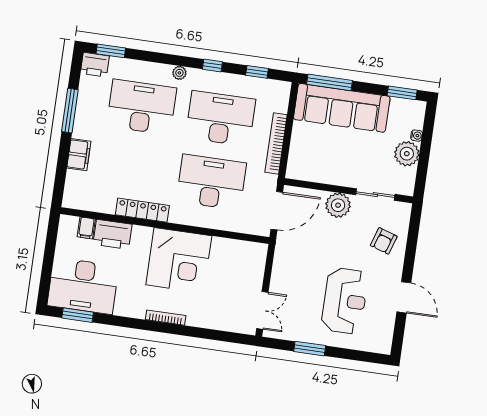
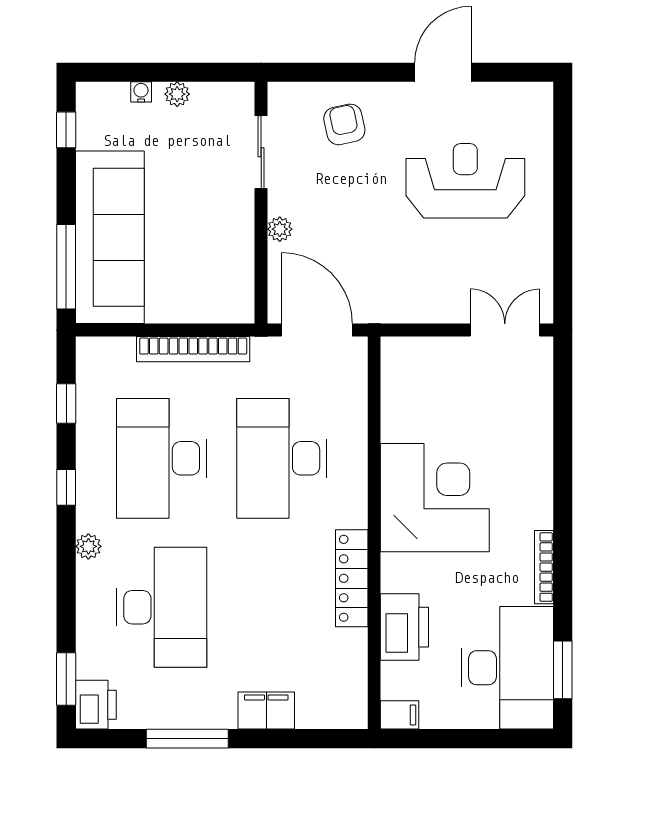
window: (402, 93) -> (66, 130), width x0.67
desk: (142, 107) -> (162, 607), turned 180
plant: (407, 154) -> (177, 94), width x0.53, depth x0.53
plant: (338, 205) -> (280, 229), width x0.53, depth x0.53
filing cabinet: (86, 228) -> (400, 715), moved
armchair: (384, 241) -> (344, 124), turned -120
bookcase: (166, 318) -> (544, 567), moved
window: (310, 349) -> (563, 232), removed

